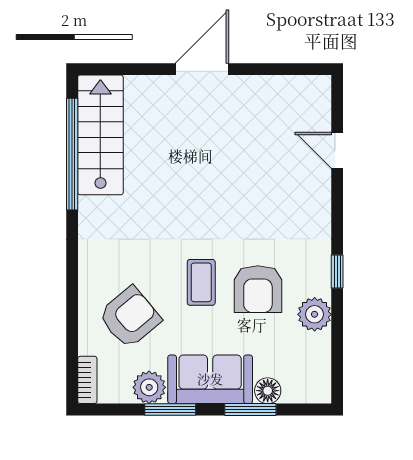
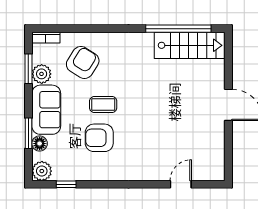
window: (337, 272) -> (66, 184), moved
plant: (315, 314) -> (42, 171), moved
armchair: (130, 317) -> (83, 62), turned -108
window: (170, 410) -> (28, 69), moved

